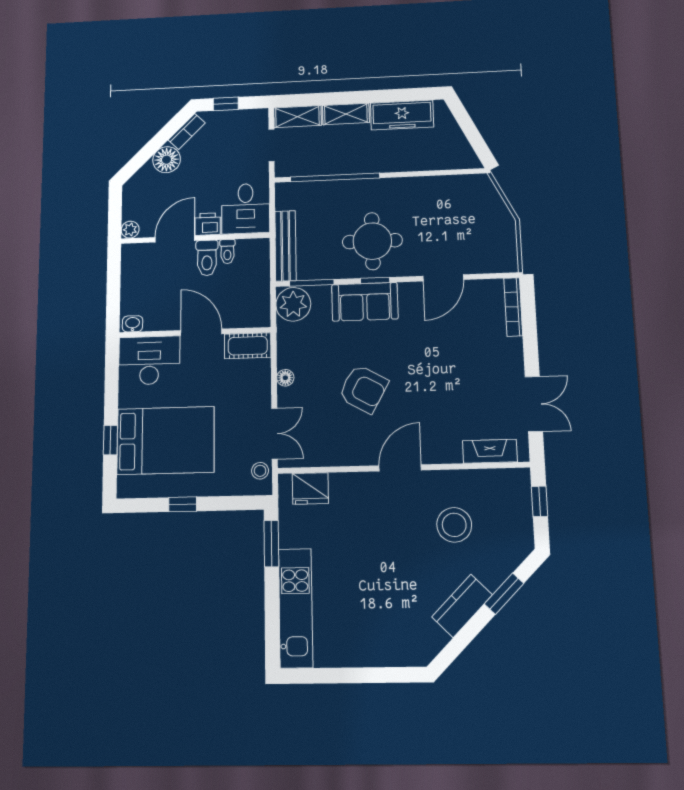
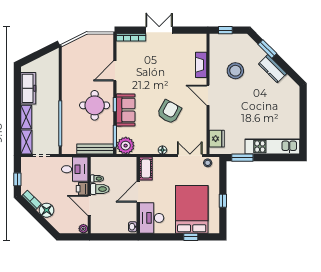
door: (443, 278) -> (115, 71), swing flipped
double door: (534, 404) -> (159, 30), moved
fireplace: (490, 451) -> (201, 65), moved

